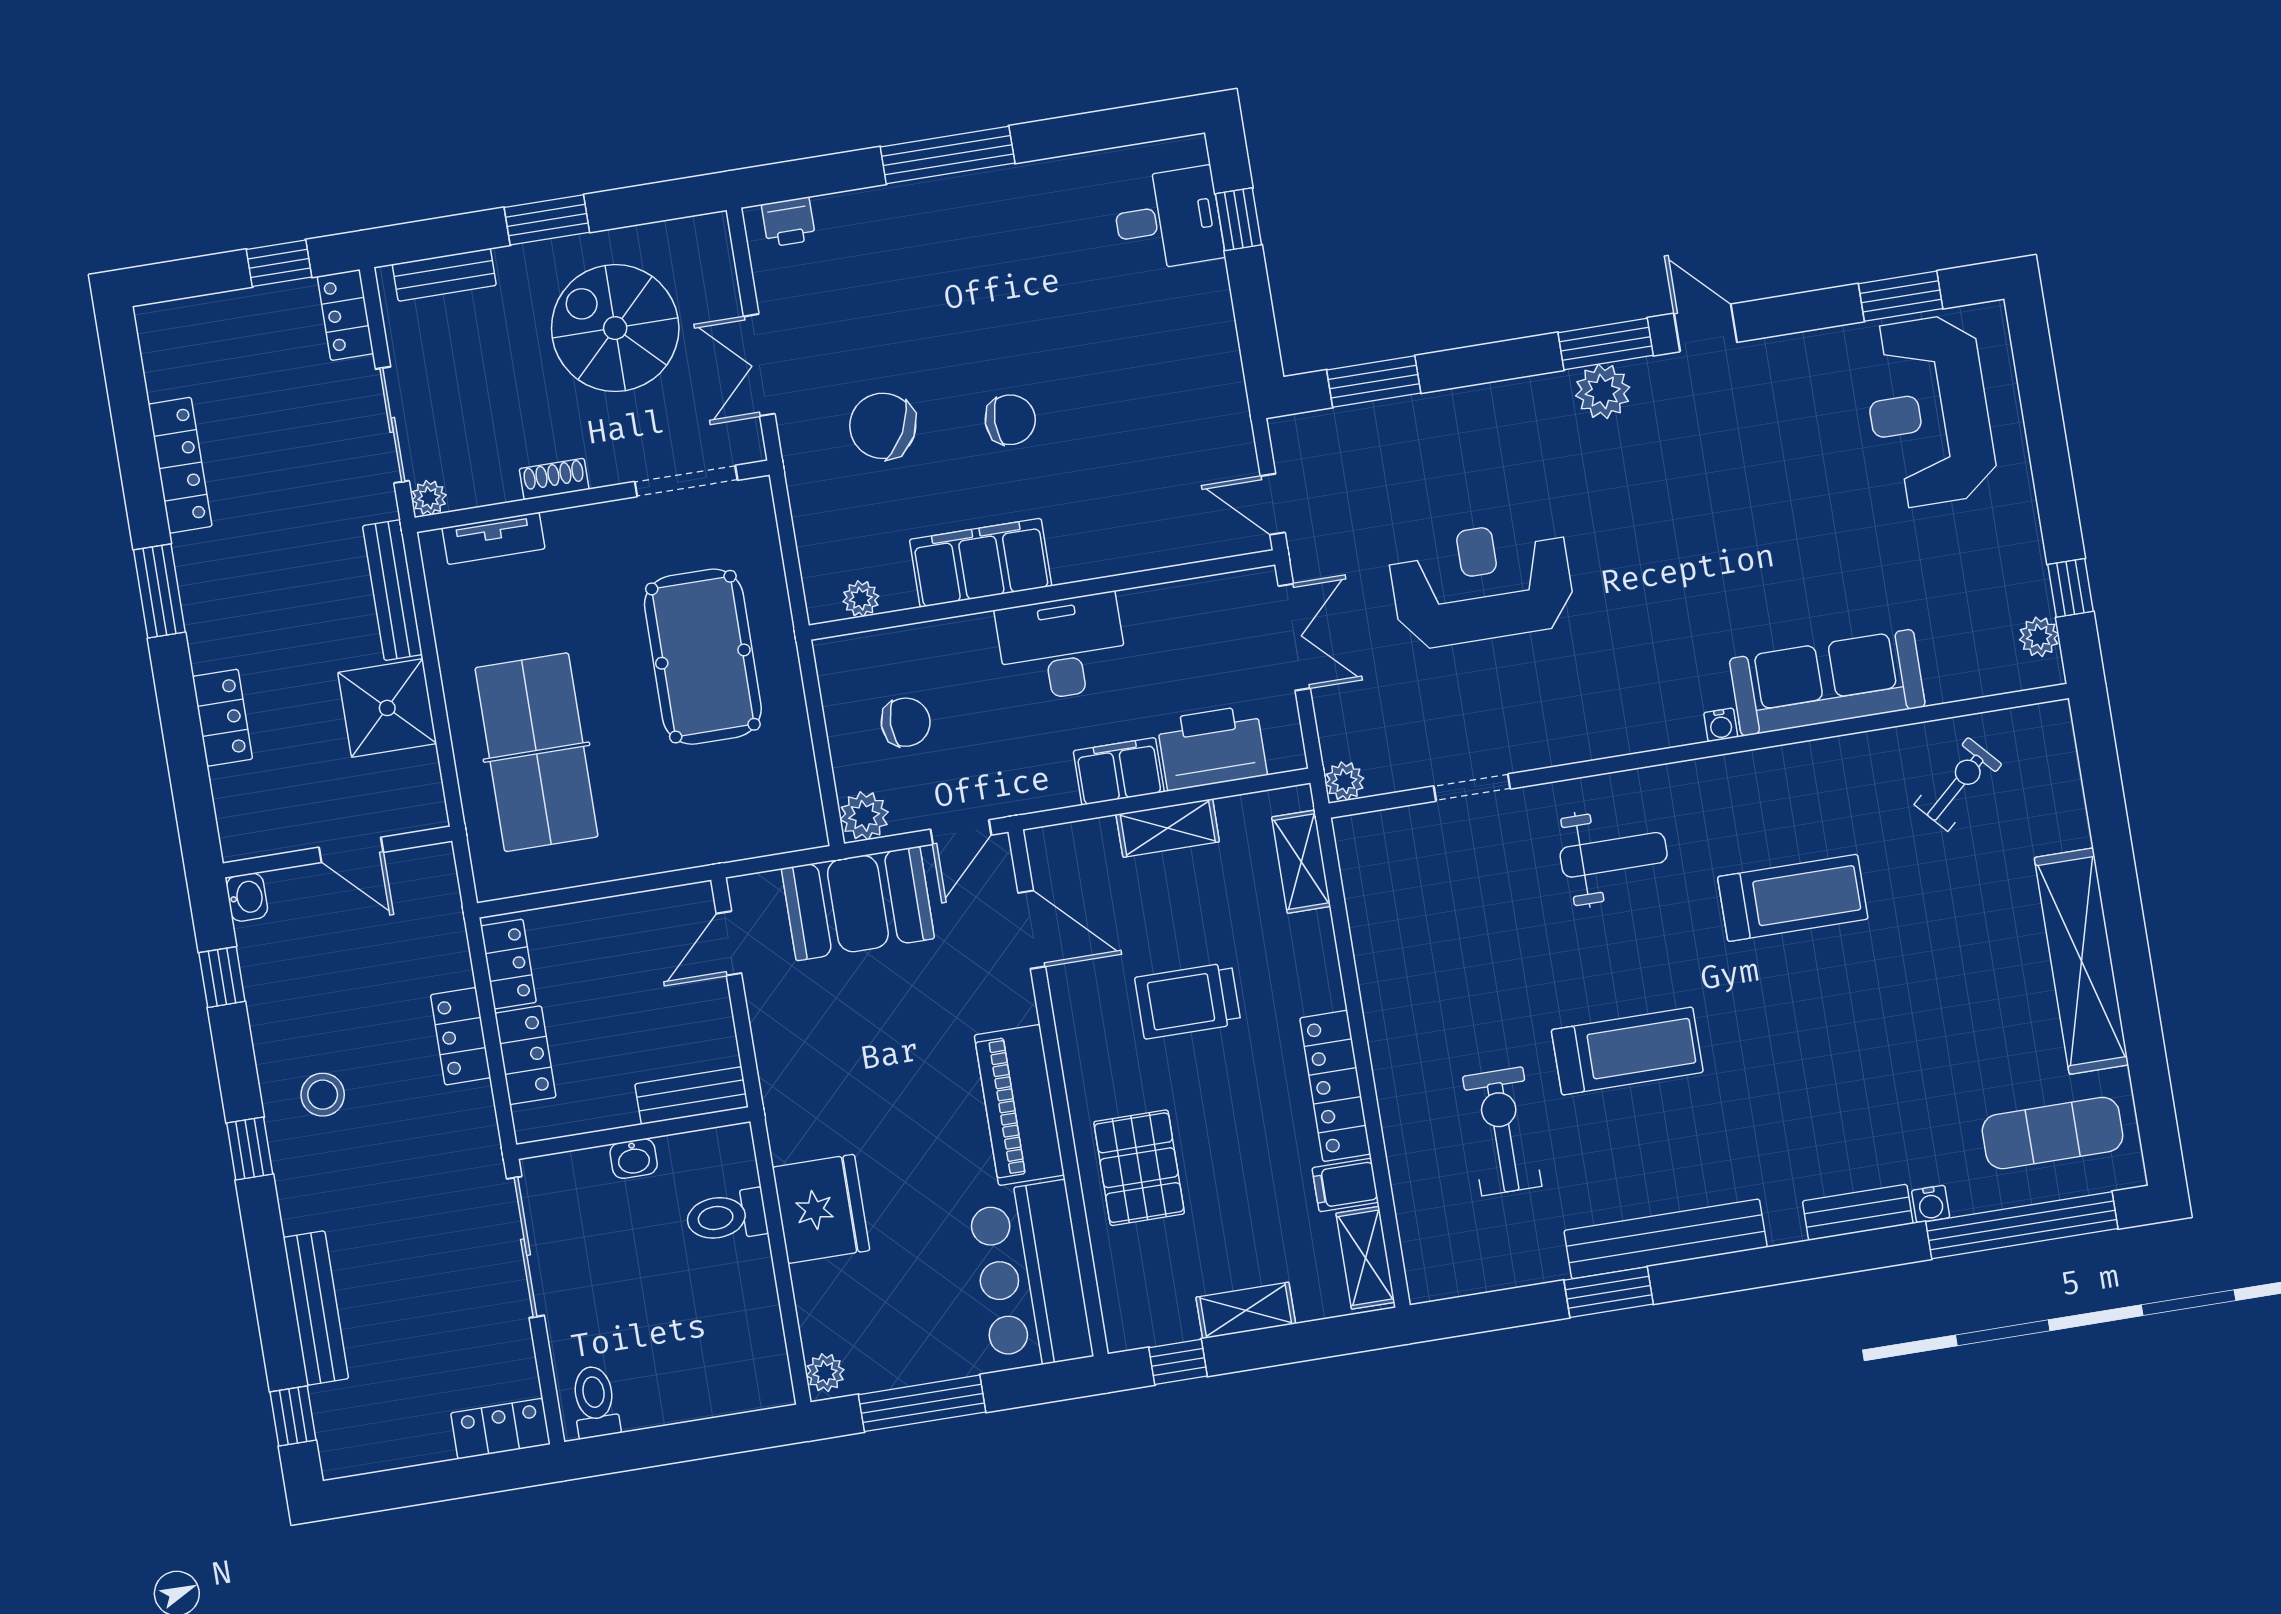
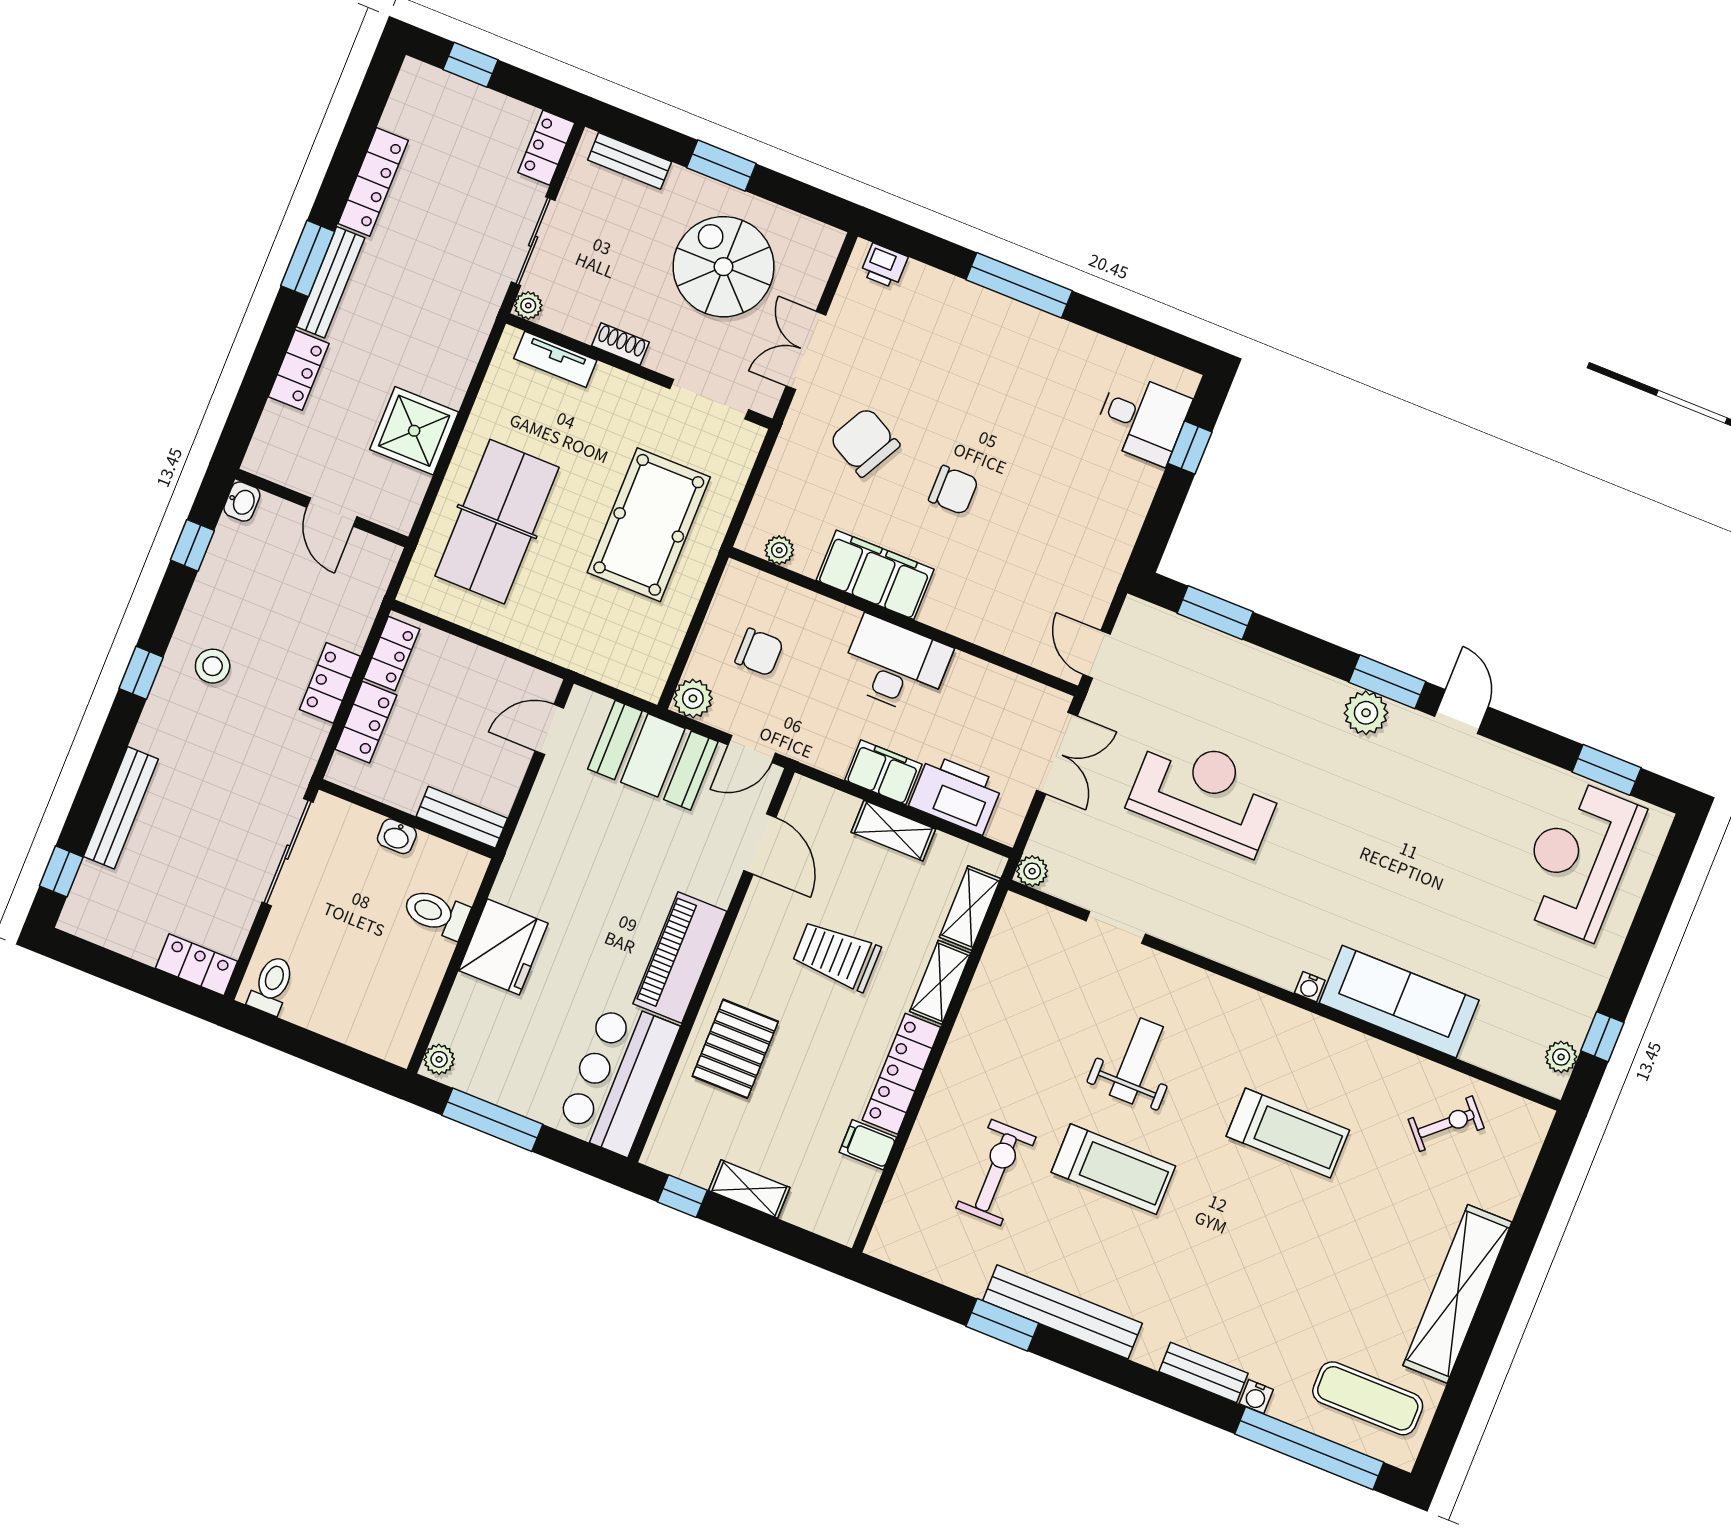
window: (279, 263) -> (470, 65), moved
bench: (392, 590) -> (331, 282), moved
weight bench: (1614, 855) -> (1136, 1061), moved, turned -90
shelving: (1365, 1258) -> (940, 982), moved

